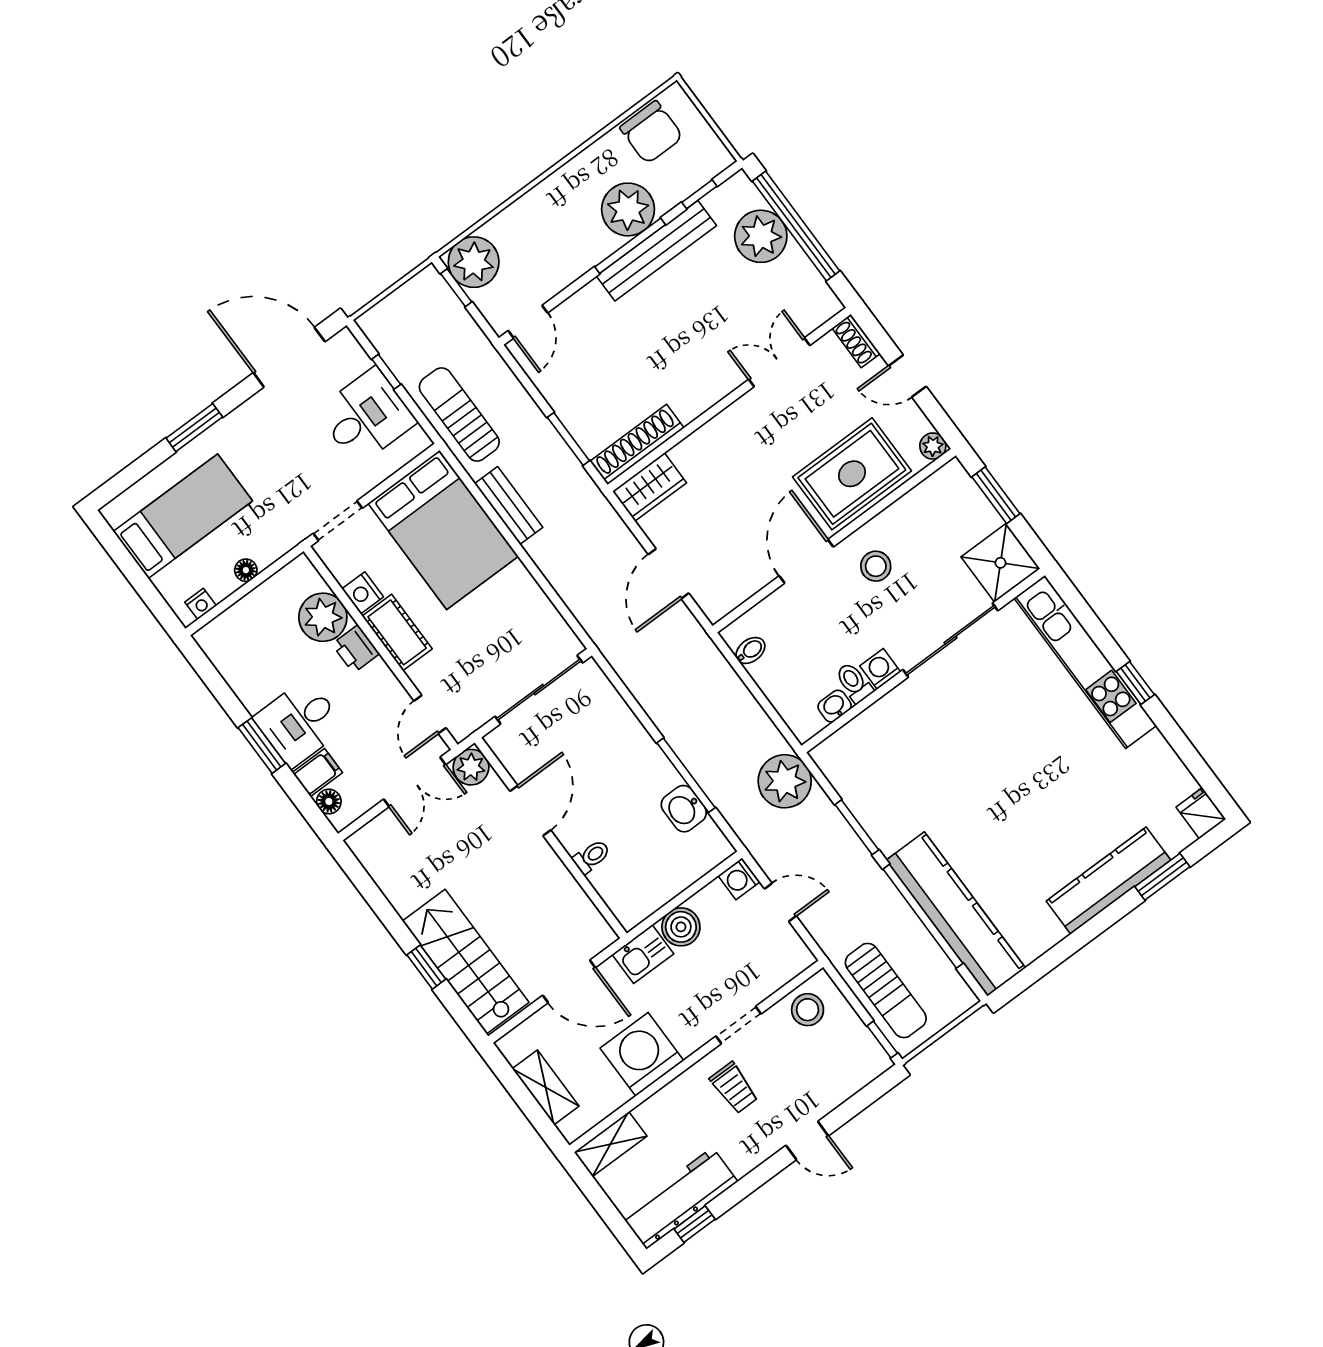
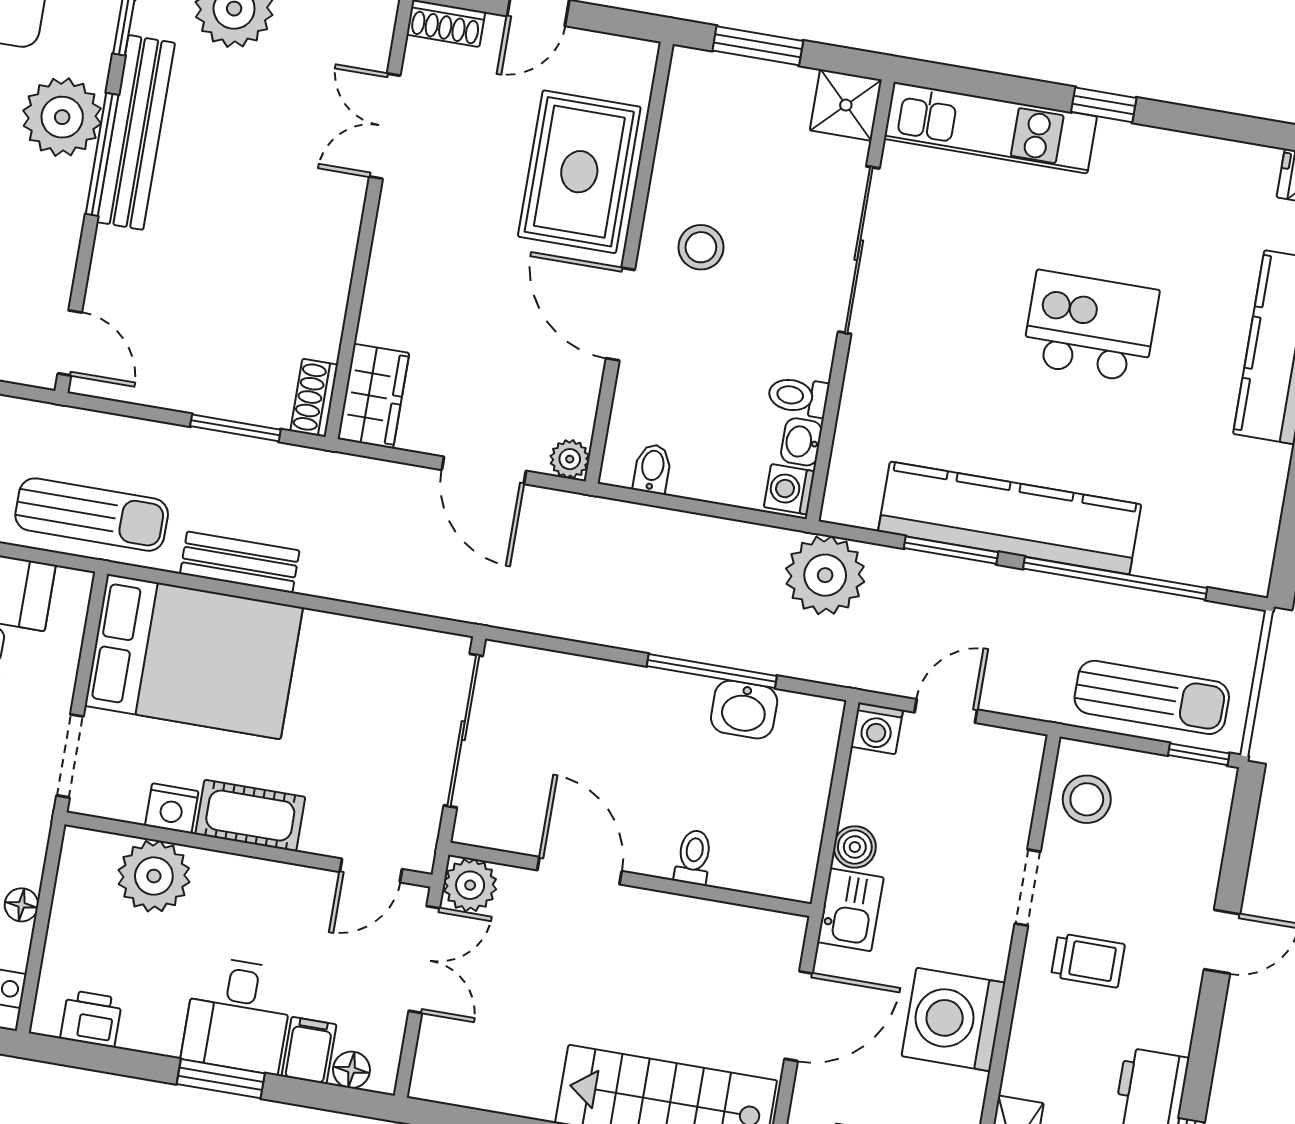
sun lounger: (459, 414) -> (92, 515), turned 180
shoe rack: (637, 445) -> (314, 398), width x0.51, depth x0.81
plant: (933, 446) -> (570, 459), moved
shower: (1000, 563) -> (846, 105), width x0.73, depth x0.73
printer: (356, 649) -> (91, 1019), moved, turned 180
kitchen unit: (1085, 662) -> (990, 128), width x0.73
washing machine: (880, 669) -> (789, 489), moved
door: (430, 714) -> (371, 870), hinge flipped
kitchen island: (1027, 784) -> (1091, 327), added
kitchen counter: (956, 914) -> (1010, 518), moved
boiler: (681, 927) -> (855, 847), width x0.73, depth x0.73

